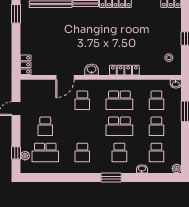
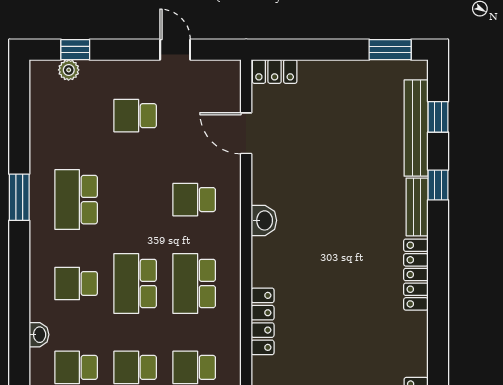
locker: (124, 70) -> (263, 321), moved
door: (65, 77) -> (246, 133), moved
school desk: (45, 152) -> (76, 116), removed
school desk: (82, 152) -> (76, 200), width x1.85
window: (111, 178) -> (19, 197), moved

